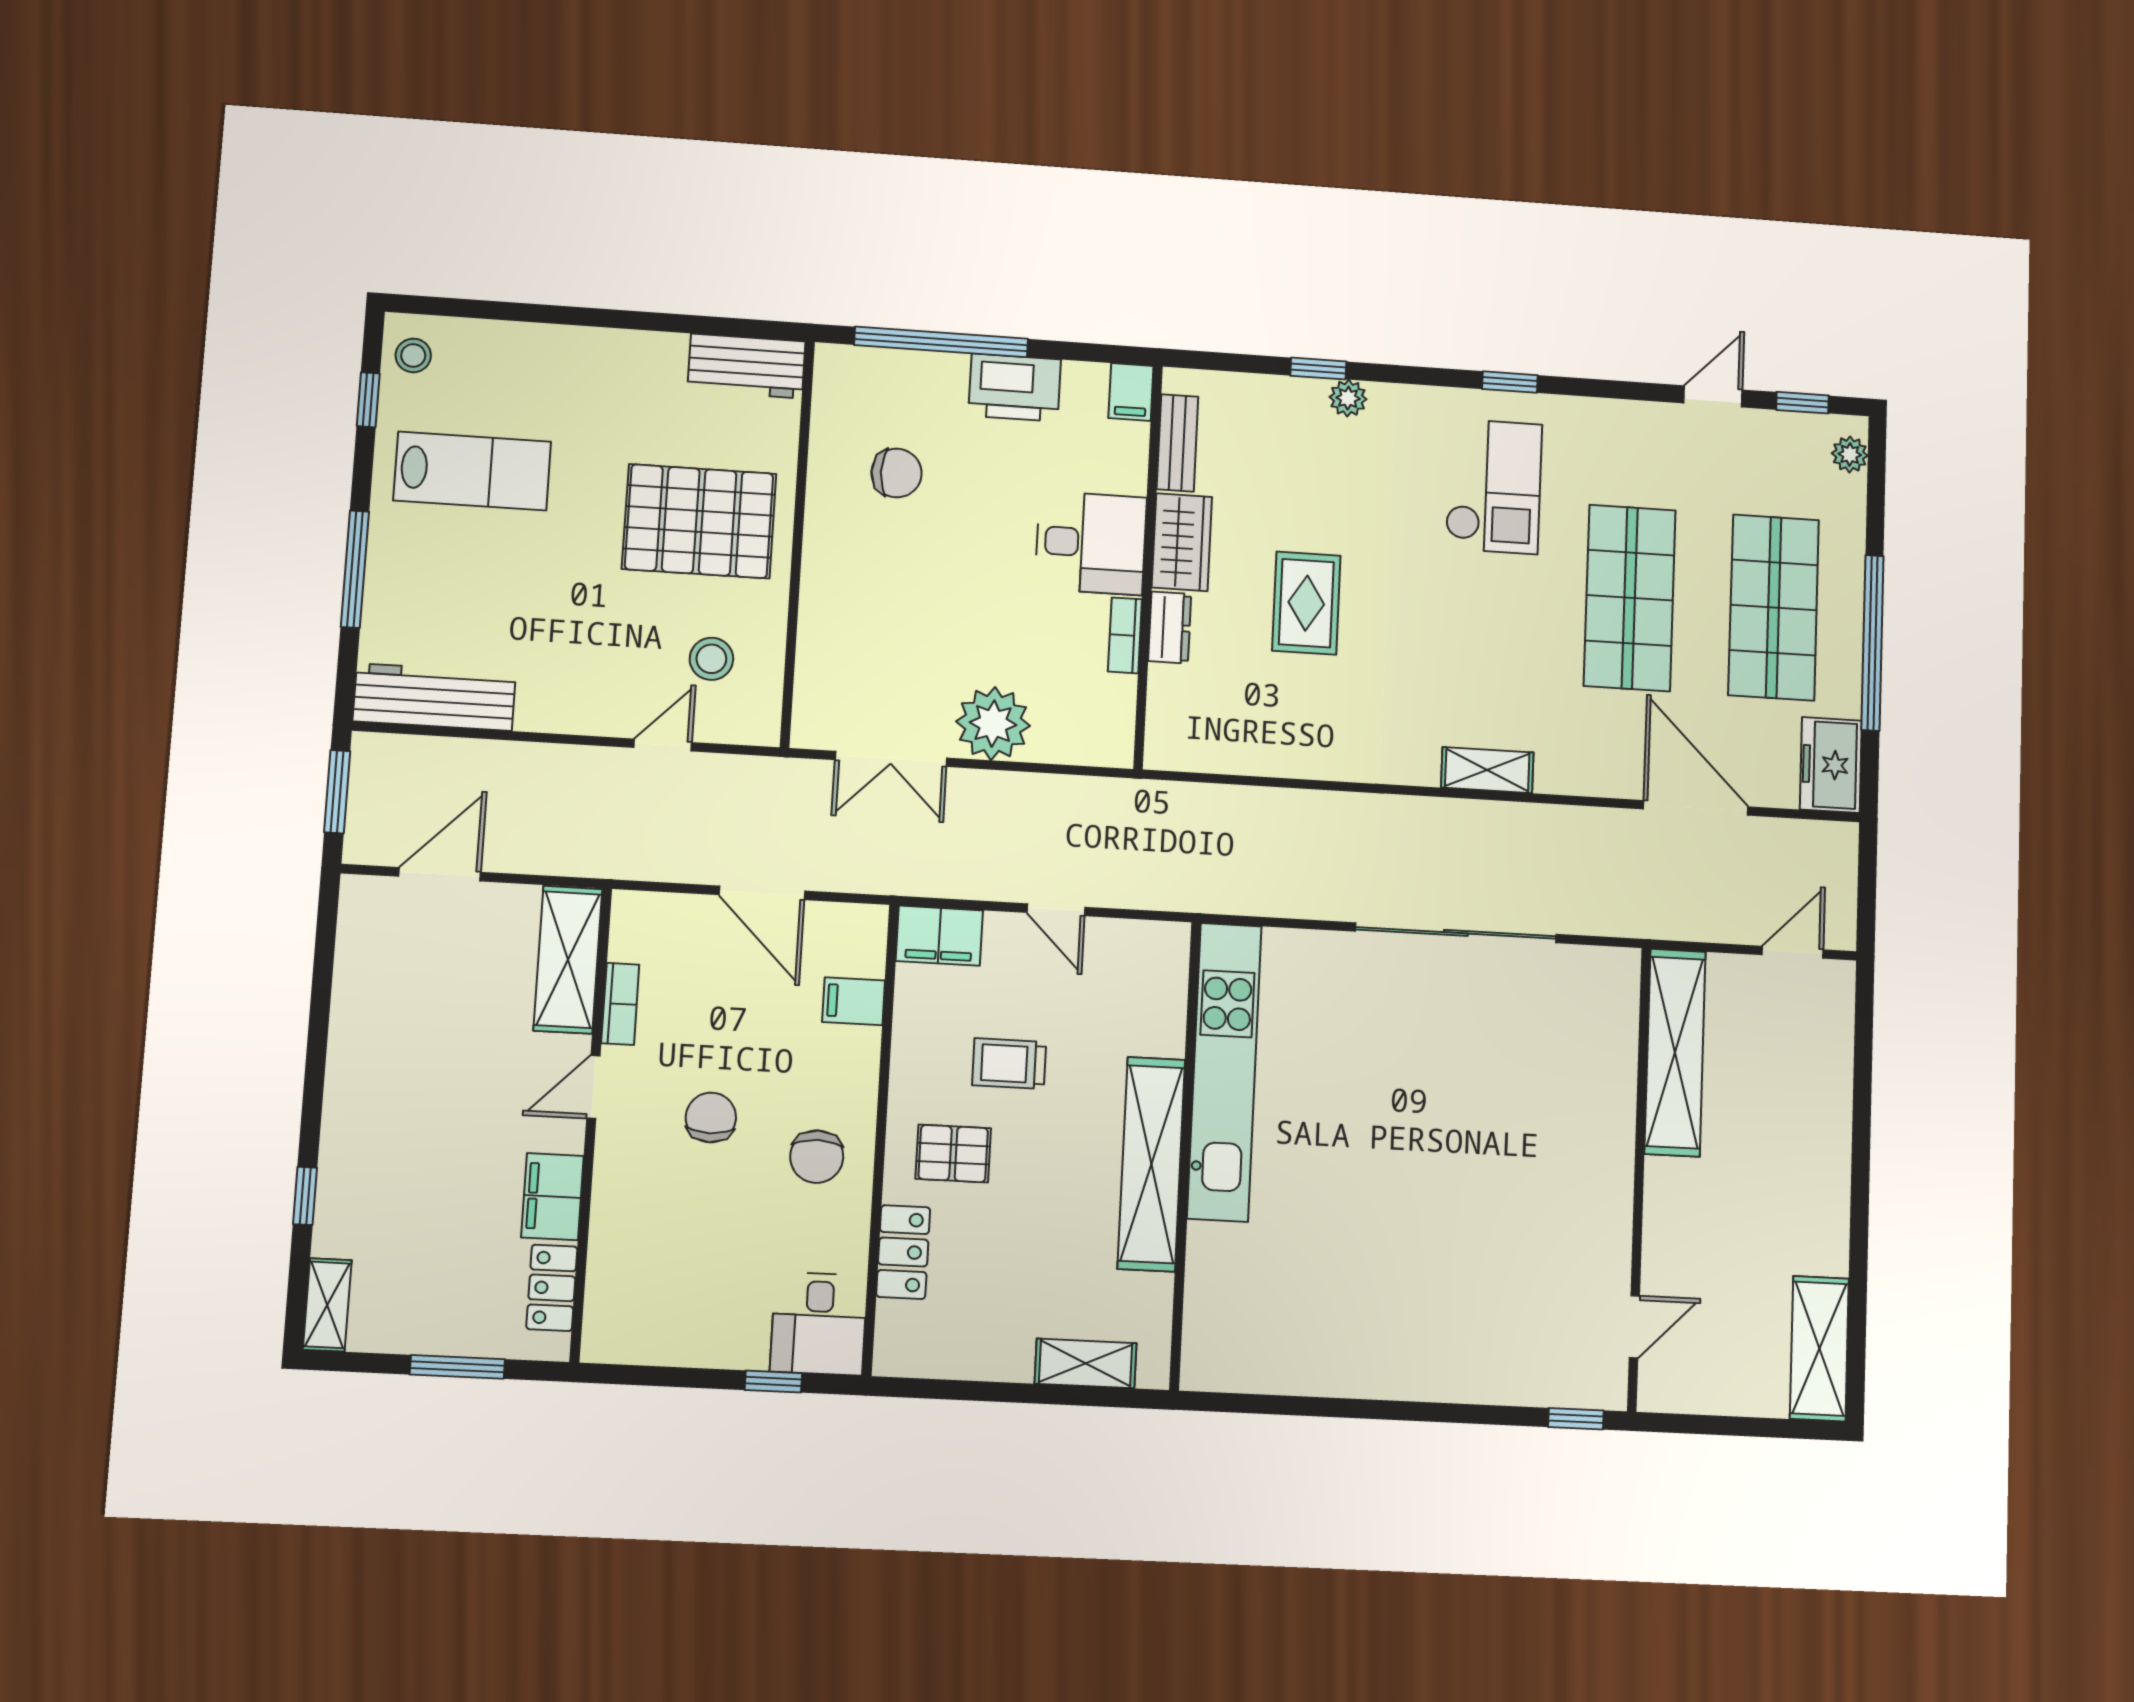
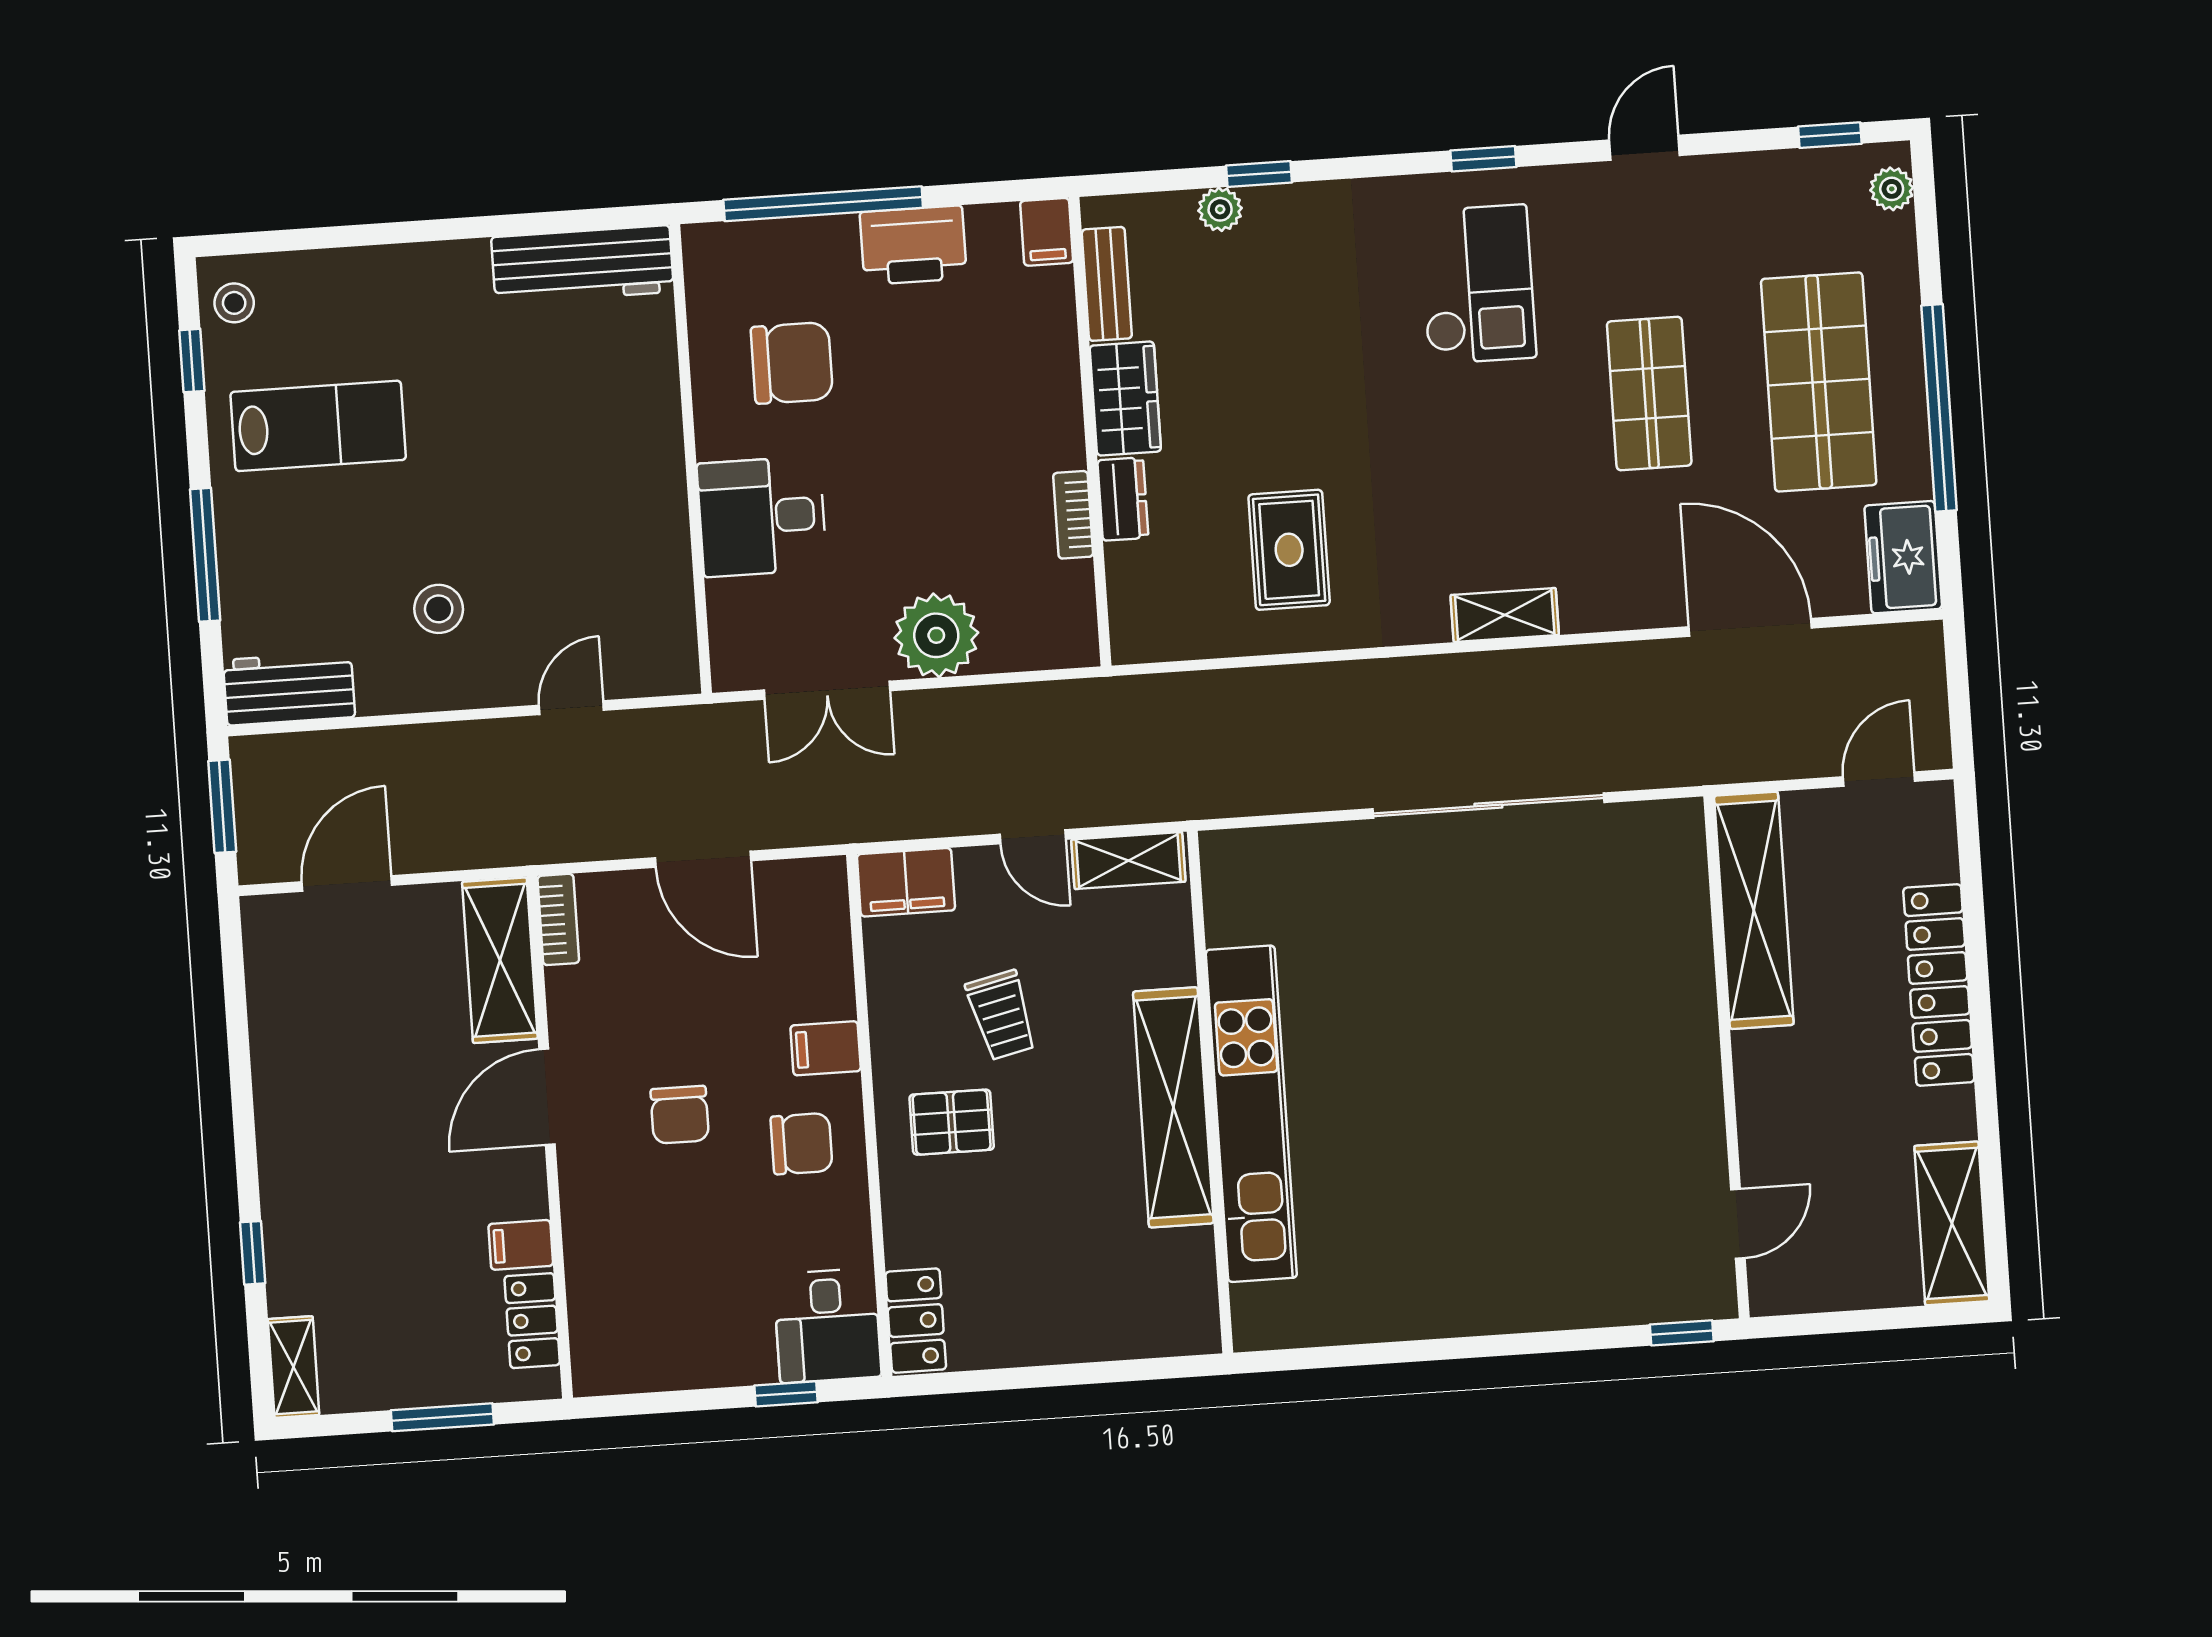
workbench: (746, 366) -> (583, 264), width x1.38
door: (1713, 396) -> (1645, 148), moved
plant: (1348, 398) -> (1220, 209), moved
chair: (897, 473) -> (792, 363), width x1.37, depth x1.37
pallet: (699, 521) -> (578, 449), removed
desk: (1091, 543) -> (762, 517), moved, turned 180
shop shelf: (1630, 598) -> (1649, 394), width x0.70, depth x0.74
rug: (1306, 603) -> (1289, 550), moved
stool: (711, 659) -> (439, 609), moved
workbench: (434, 697) -> (289, 689), width x0.73
filing cabinet: (854, 1001) -> (826, 1048), moved
bookcase: (620, 1004) -> (558, 919), moved
trolley: (1009, 1064) -> (1001, 1015), turned -103
kitchen unit: (1224, 1072) -> (1251, 1114), moved
door: (593, 1087) -> (547, 1097), width x1.38
chair: (711, 1118) -> (680, 1115), turned 180
locker: (1827, 1137) -> (1939, 985), added
chair: (817, 1157) -> (802, 1144), turned -90
filing cabinet: (553, 1197) -> (521, 1245), width x0.50
locker: (903, 1252) -> (916, 1321), moved
shelving: (1086, 1363) -> (1128, 861), moved

